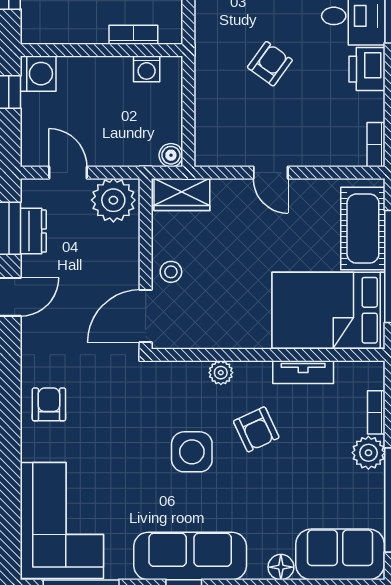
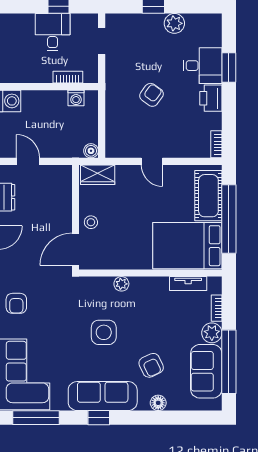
plant: (113, 200) -> (56, 178), removed
tv unit: (303, 372) -> (188, 284), moved
armchair: (49, 404) -> (16, 303), turned 180
armchair: (256, 429) -> (151, 365), moved
sofa: (340, 554) -> (206, 371), moved, turned -90

